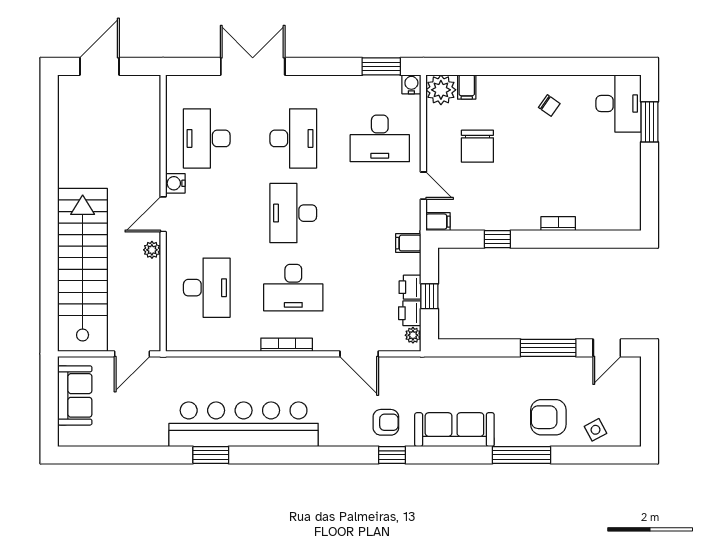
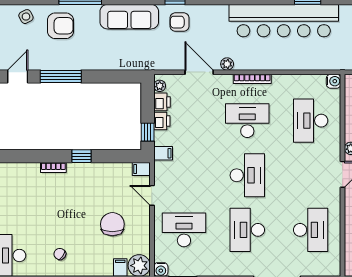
water cooler: (175, 183) -> (334, 81), moved
window: (497, 239) -> (82, 156), moved
window: (429, 296) -> (148, 132), moved
plant: (321, 365) -> (227, 64), added

